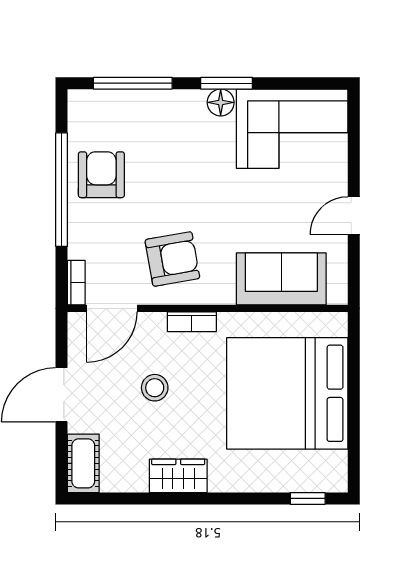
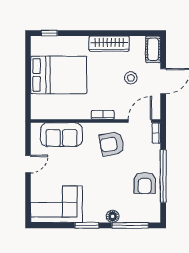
floor lamp: (221, 102) -> (113, 216), moved
stool: (155, 388) -> (131, 78), moved
bed: (287, 393) -> (59, 75), width x0.73
wardrobe: (178, 476) -> (109, 44), width x1.50

